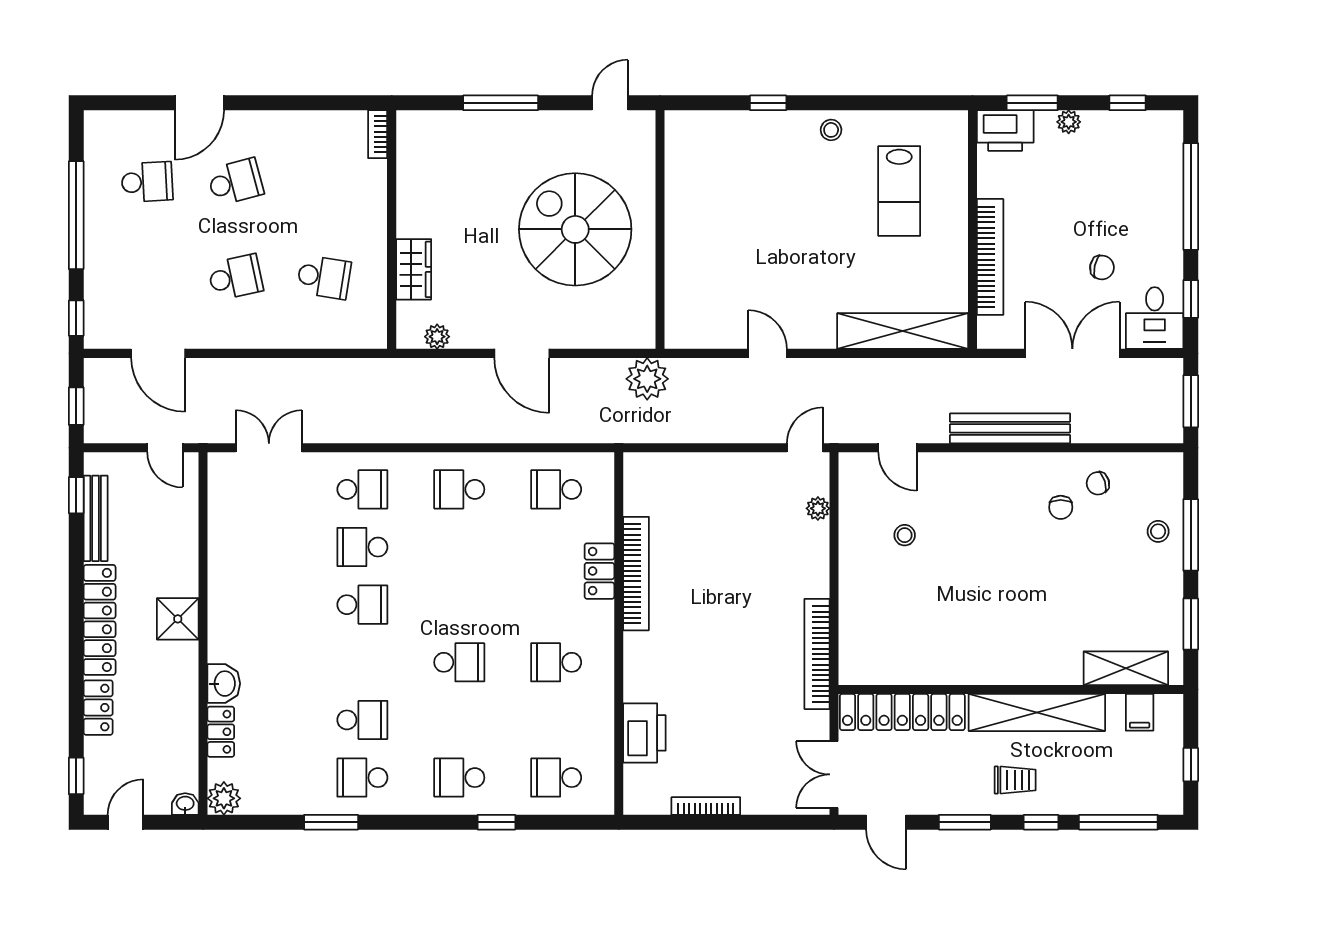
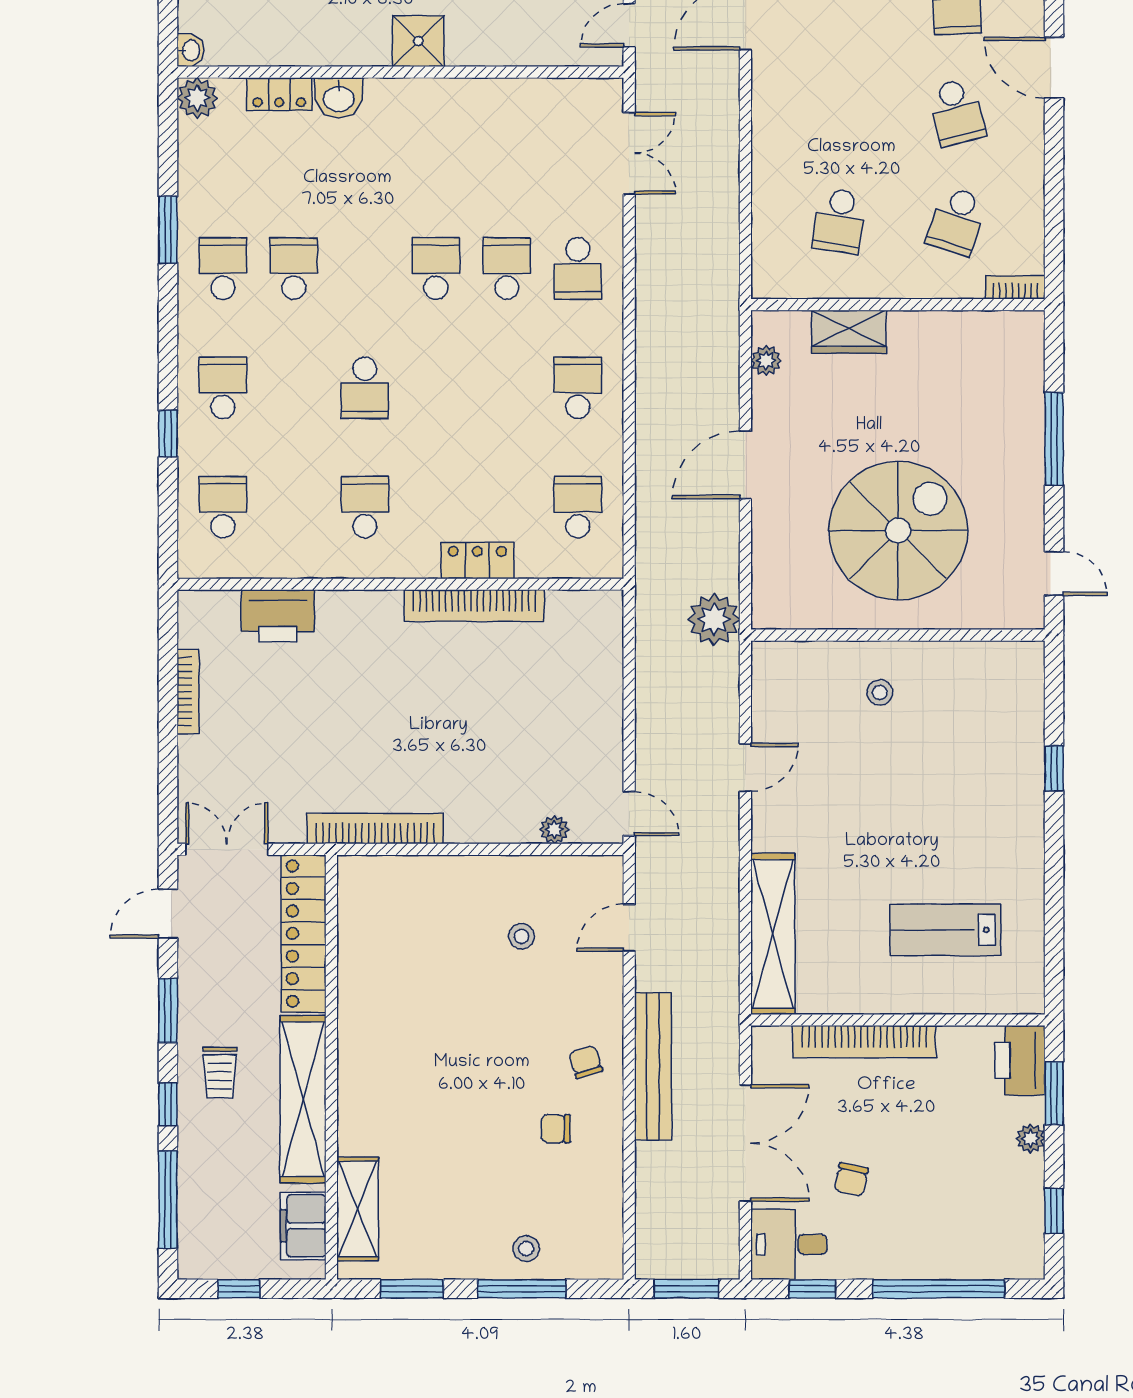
stool: (831, 130) -> (880, 692), moved
school desk: (235, 277) -> (957, 221), moved, turned 30
chair: (1098, 483) -> (586, 1062), moved
school desk: (362, 605) -> (436, 269), turned 180
filing cabinet: (1140, 712) -> (303, 1226), width x2.00
school desk: (362, 720) -> (294, 269), turned 180

